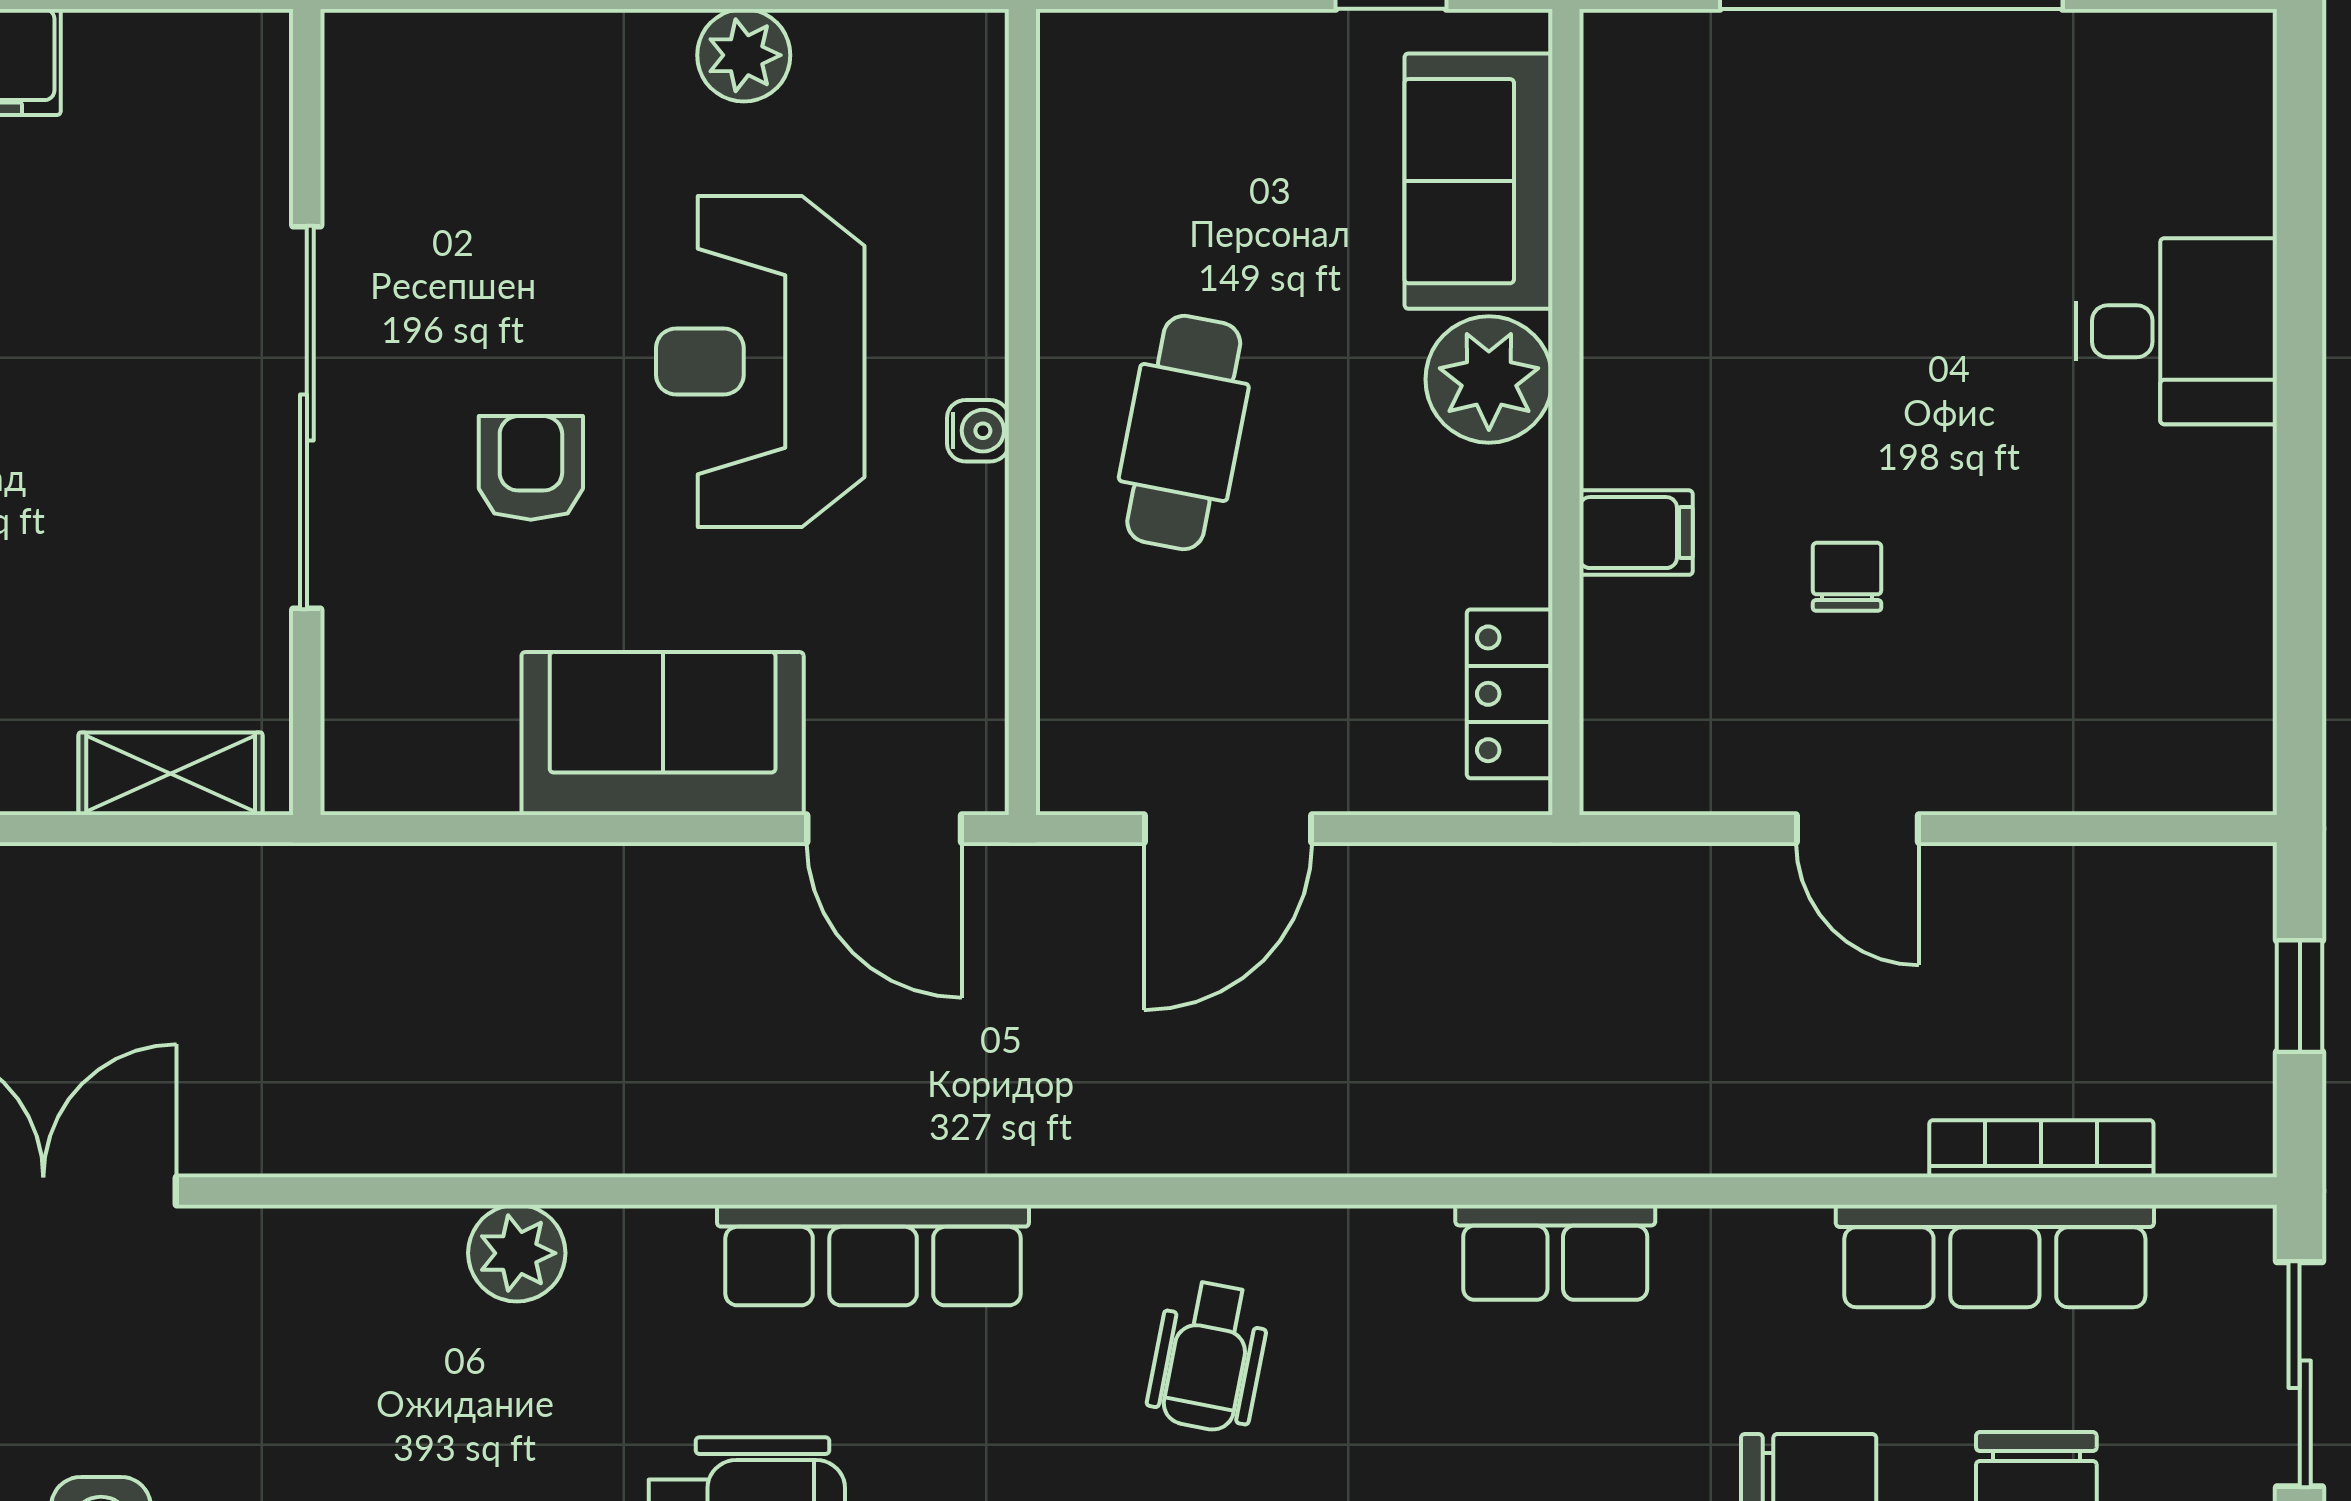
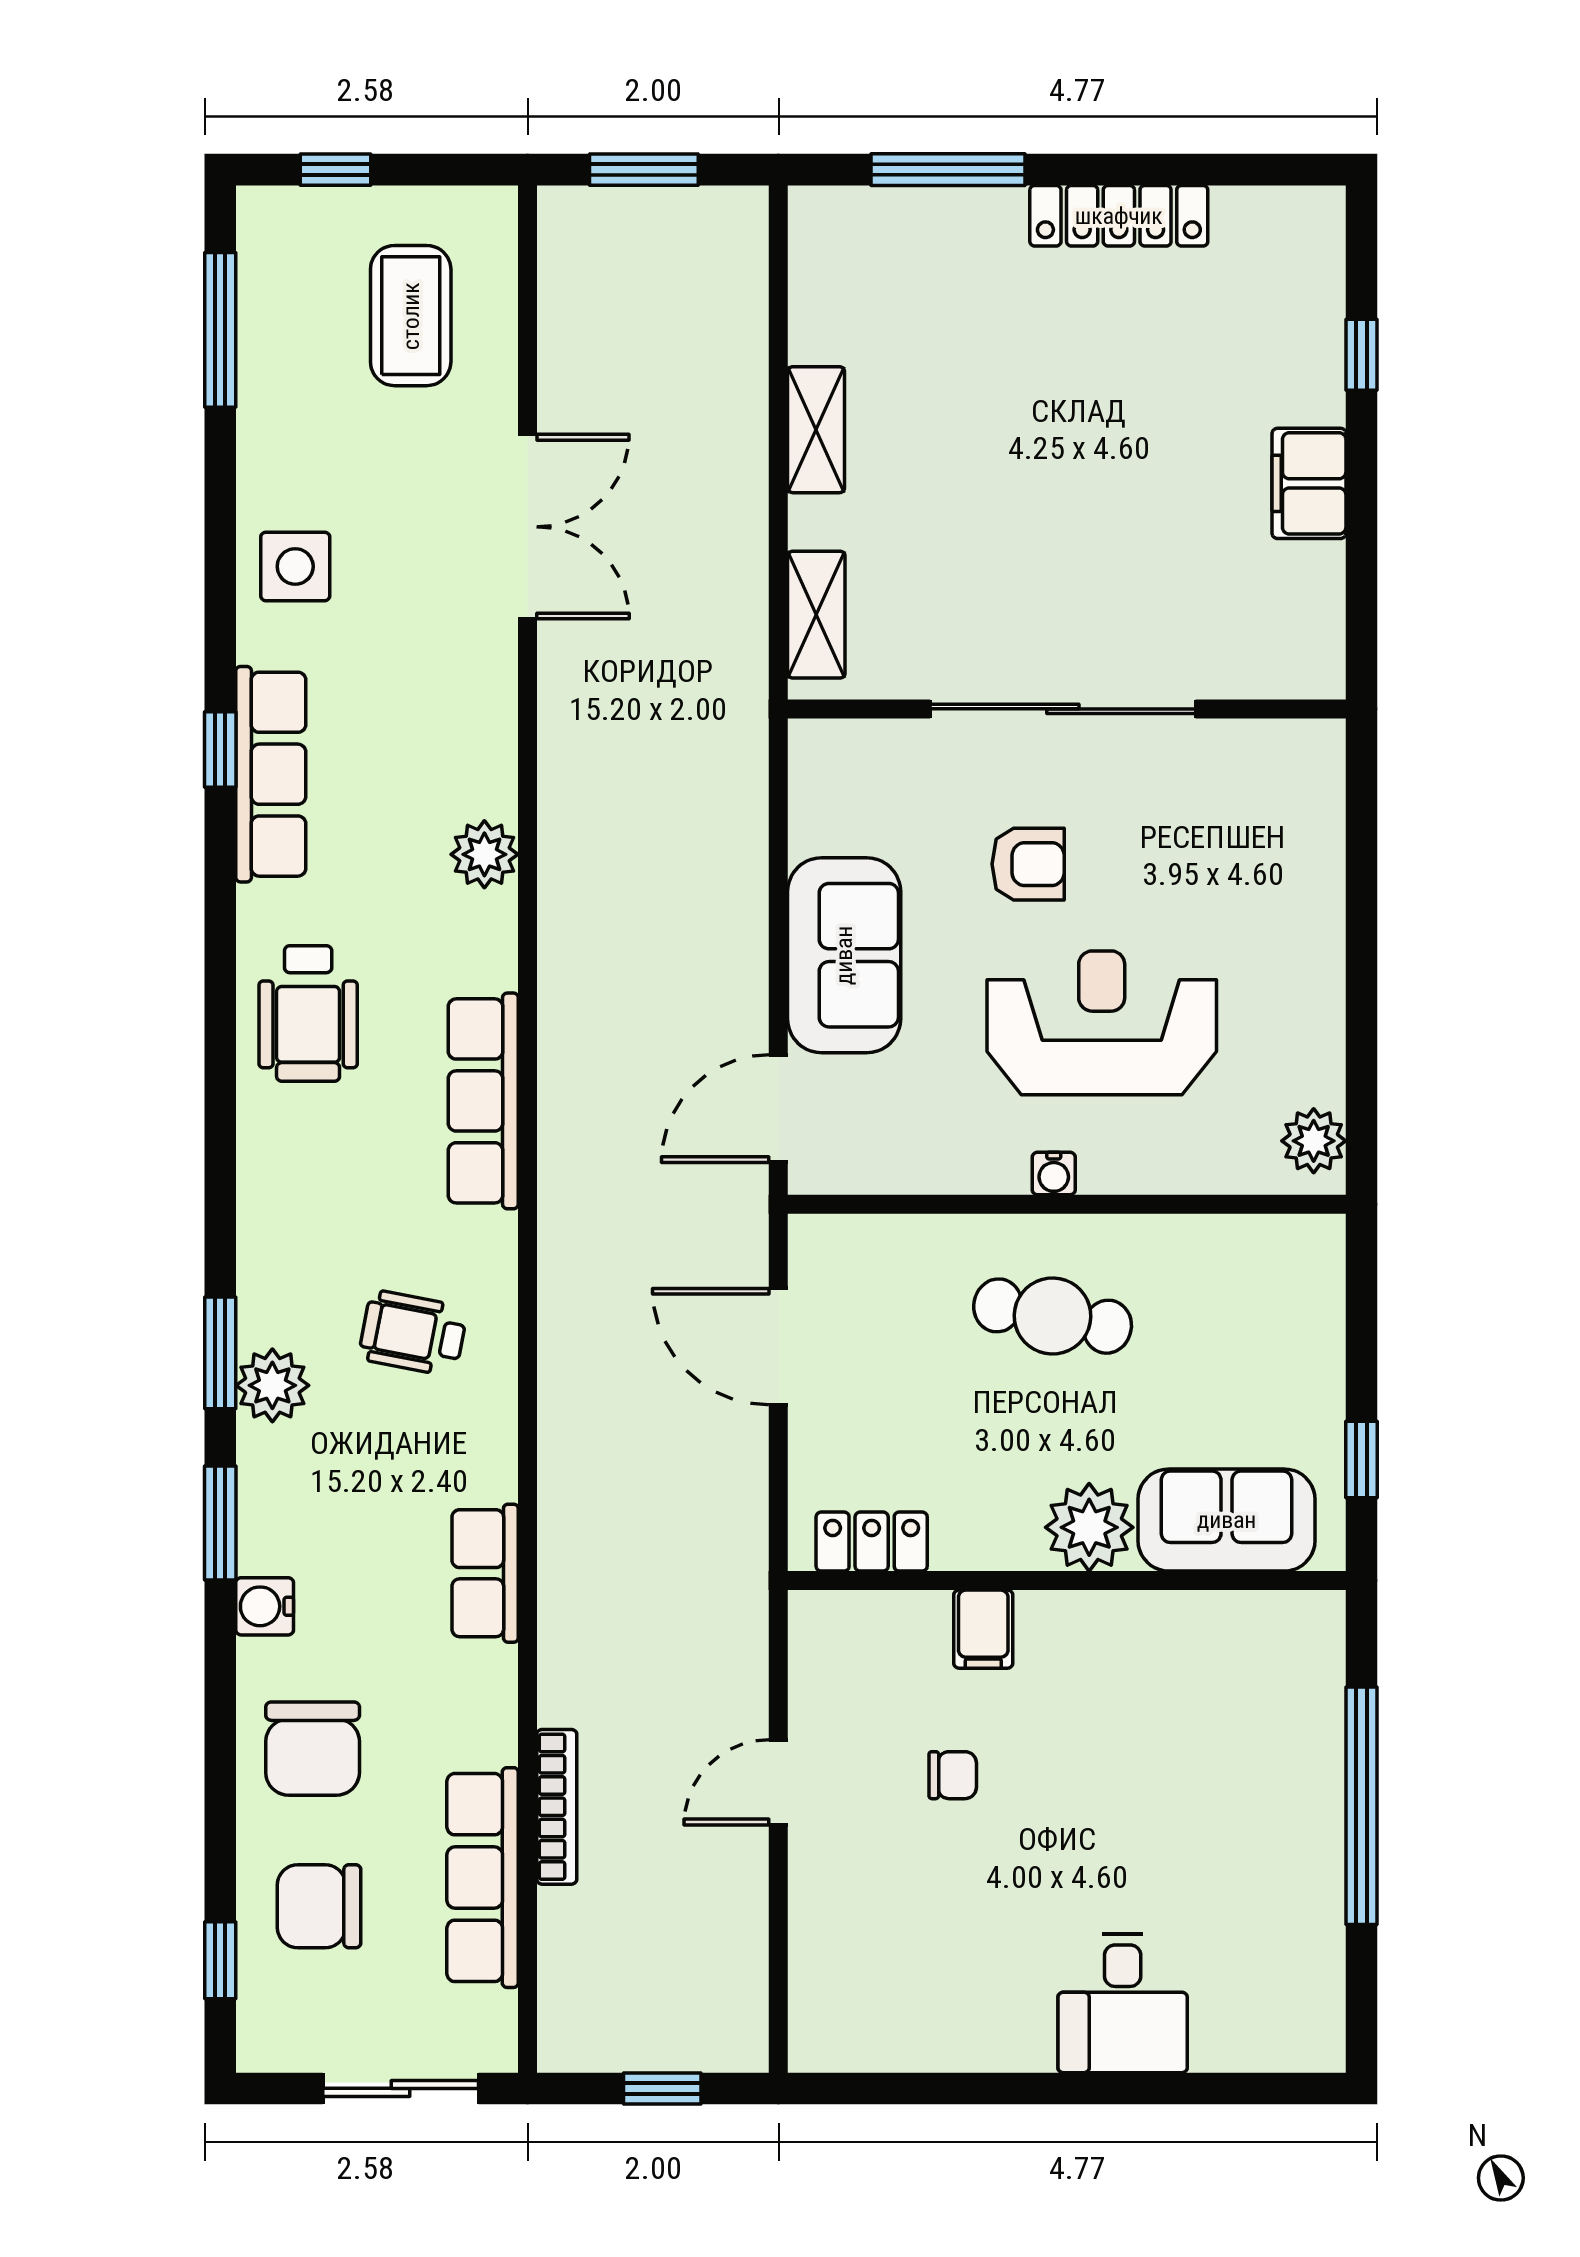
plant: (744, 55) -> (1314, 1141), moved
bookcase: (2041, 1149) -> (557, 1807), moved

